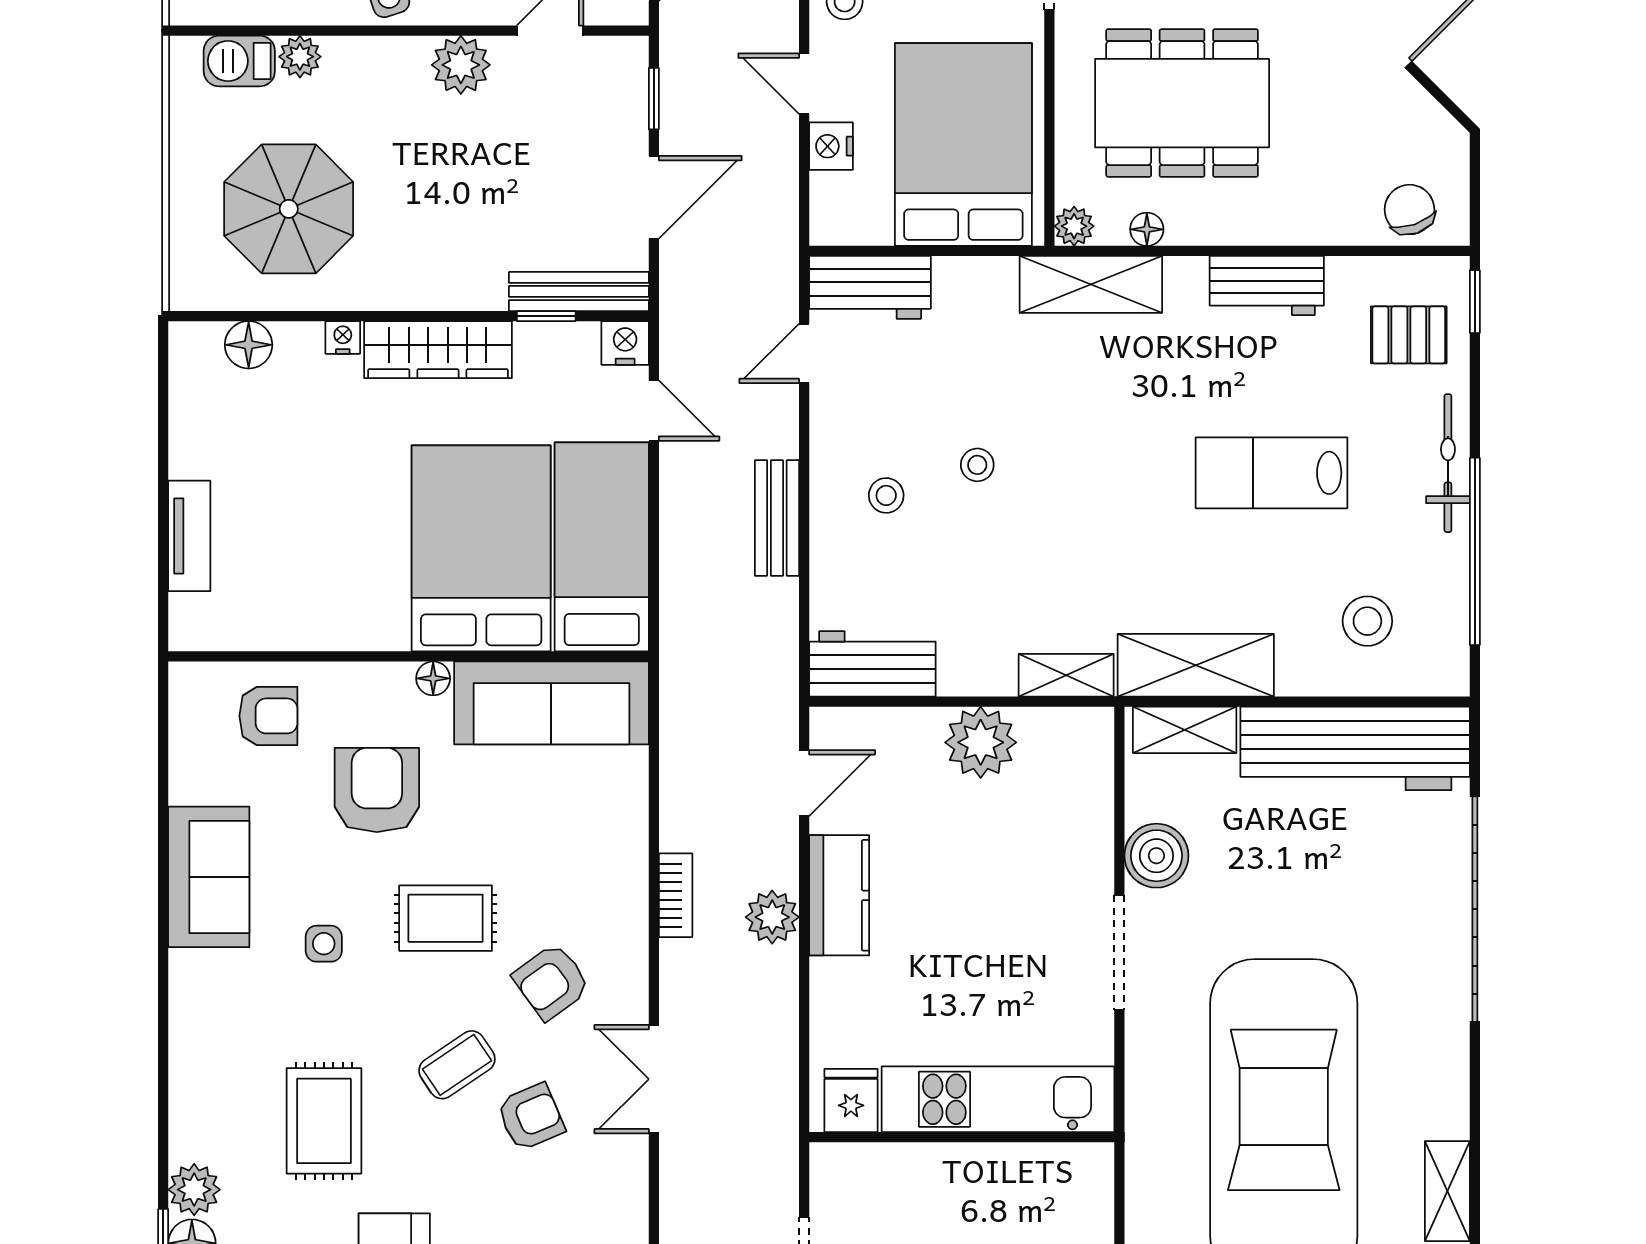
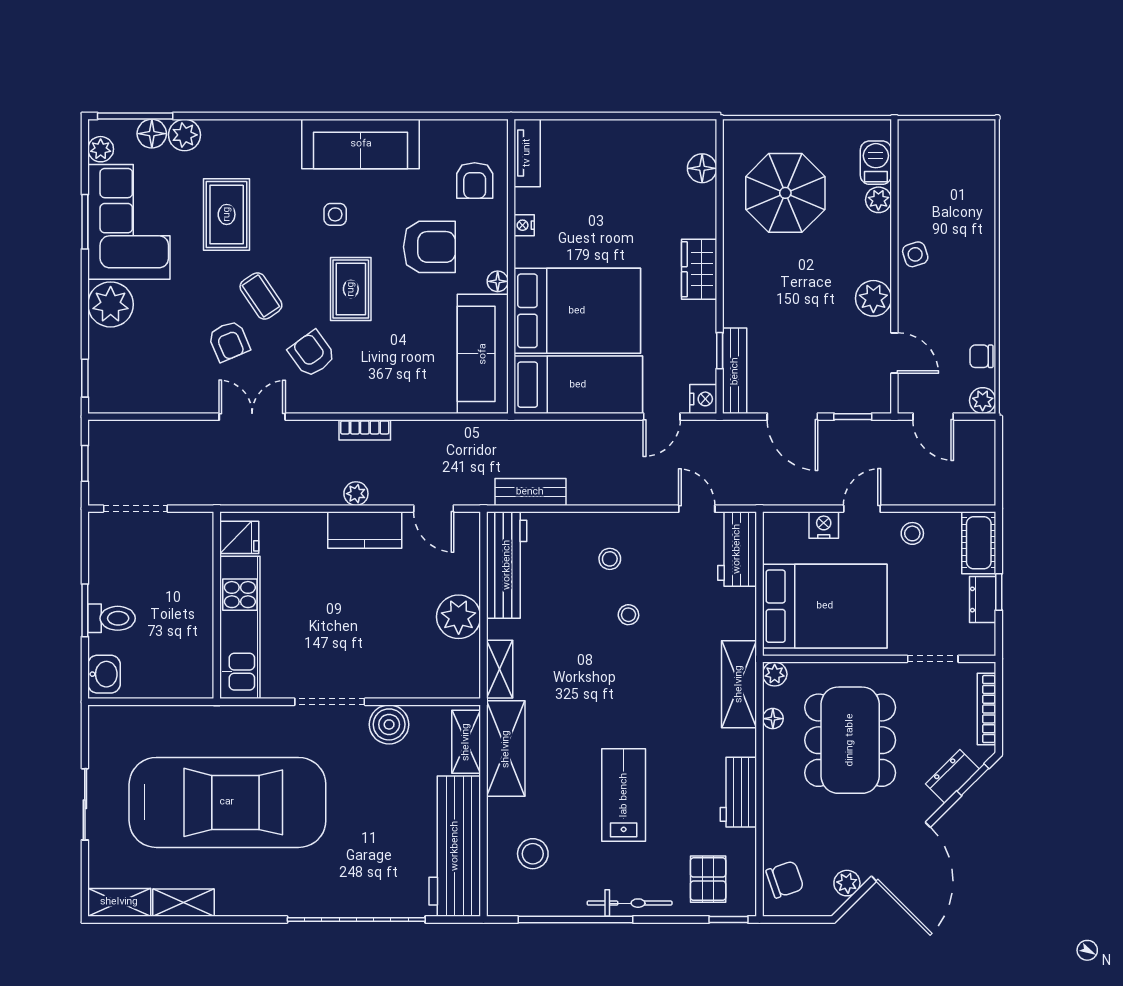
plant: (1415, 108) -> (847, 883), added
nightstand: (343, 337) -> (524, 225), moved, turned 180
wardrobe: (438, 350) -> (699, 269), width x0.67
bench: (777, 518) -> (530, 492), moved
tv unit: (189, 536) -> (527, 153), moved, turned -90
workbench: (872, 664) -> (507, 565), width x1.38
sofa: (209, 877) -> (361, 144), width x1.36
plant: (772, 917) -> (356, 494), width x0.73, depth x0.73
rug: (324, 1121) -> (227, 214), turned 90

